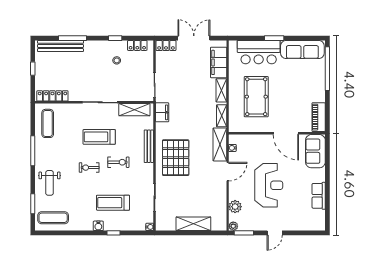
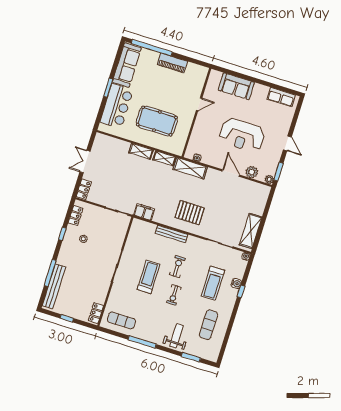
double door: (194, 38) -> (85, 161), width x0.73
filing cabinet: (219, 62) -> (115, 146), removed
locker: (52, 96) -> (96, 313), width x0.66
shelving: (134, 110) -> (134, 237), removed
piano: (319, 117) -> (172, 63), moved
door: (286, 133) -> (199, 104), width x0.53
treadmill: (99, 137) -> (149, 277), turned 180
sofa: (315, 151) -> (236, 86), moved
pallet: (176, 158) -> (190, 213), width x0.73, depth x0.71
door: (228, 172) -> (231, 173), moved
weight bench: (50, 183) -> (177, 336), turned -90
reception desk: (269, 185) -> (242, 135), turned 180
row of seats: (319, 196) -> (281, 97), moved
exercise mat: (53, 218) -> (209, 325), moved
shelving: (193, 224) -> (251, 231), moved
water cooler: (98, 226) -> (236, 283), moved

